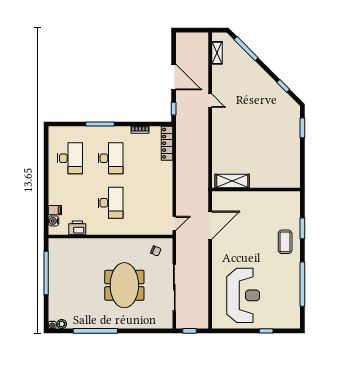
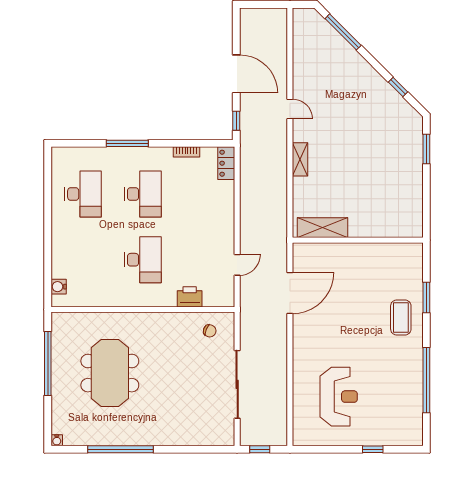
shelving: (217, 53) -> (300, 159), moved
locker: (167, 143) -> (226, 163), width x0.66
filing cabinet: (55, 210) -> (61, 271), removed
door: (174, 223) -> (237, 265), moved
printer: (77, 228) -> (190, 297), moved
meeting table: (124, 285) -> (110, 373), moved
reception desk: (243, 295) -> (339, 397), width x0.74, depth x0.77
plant: (62, 324) -> (71, 439), removed

